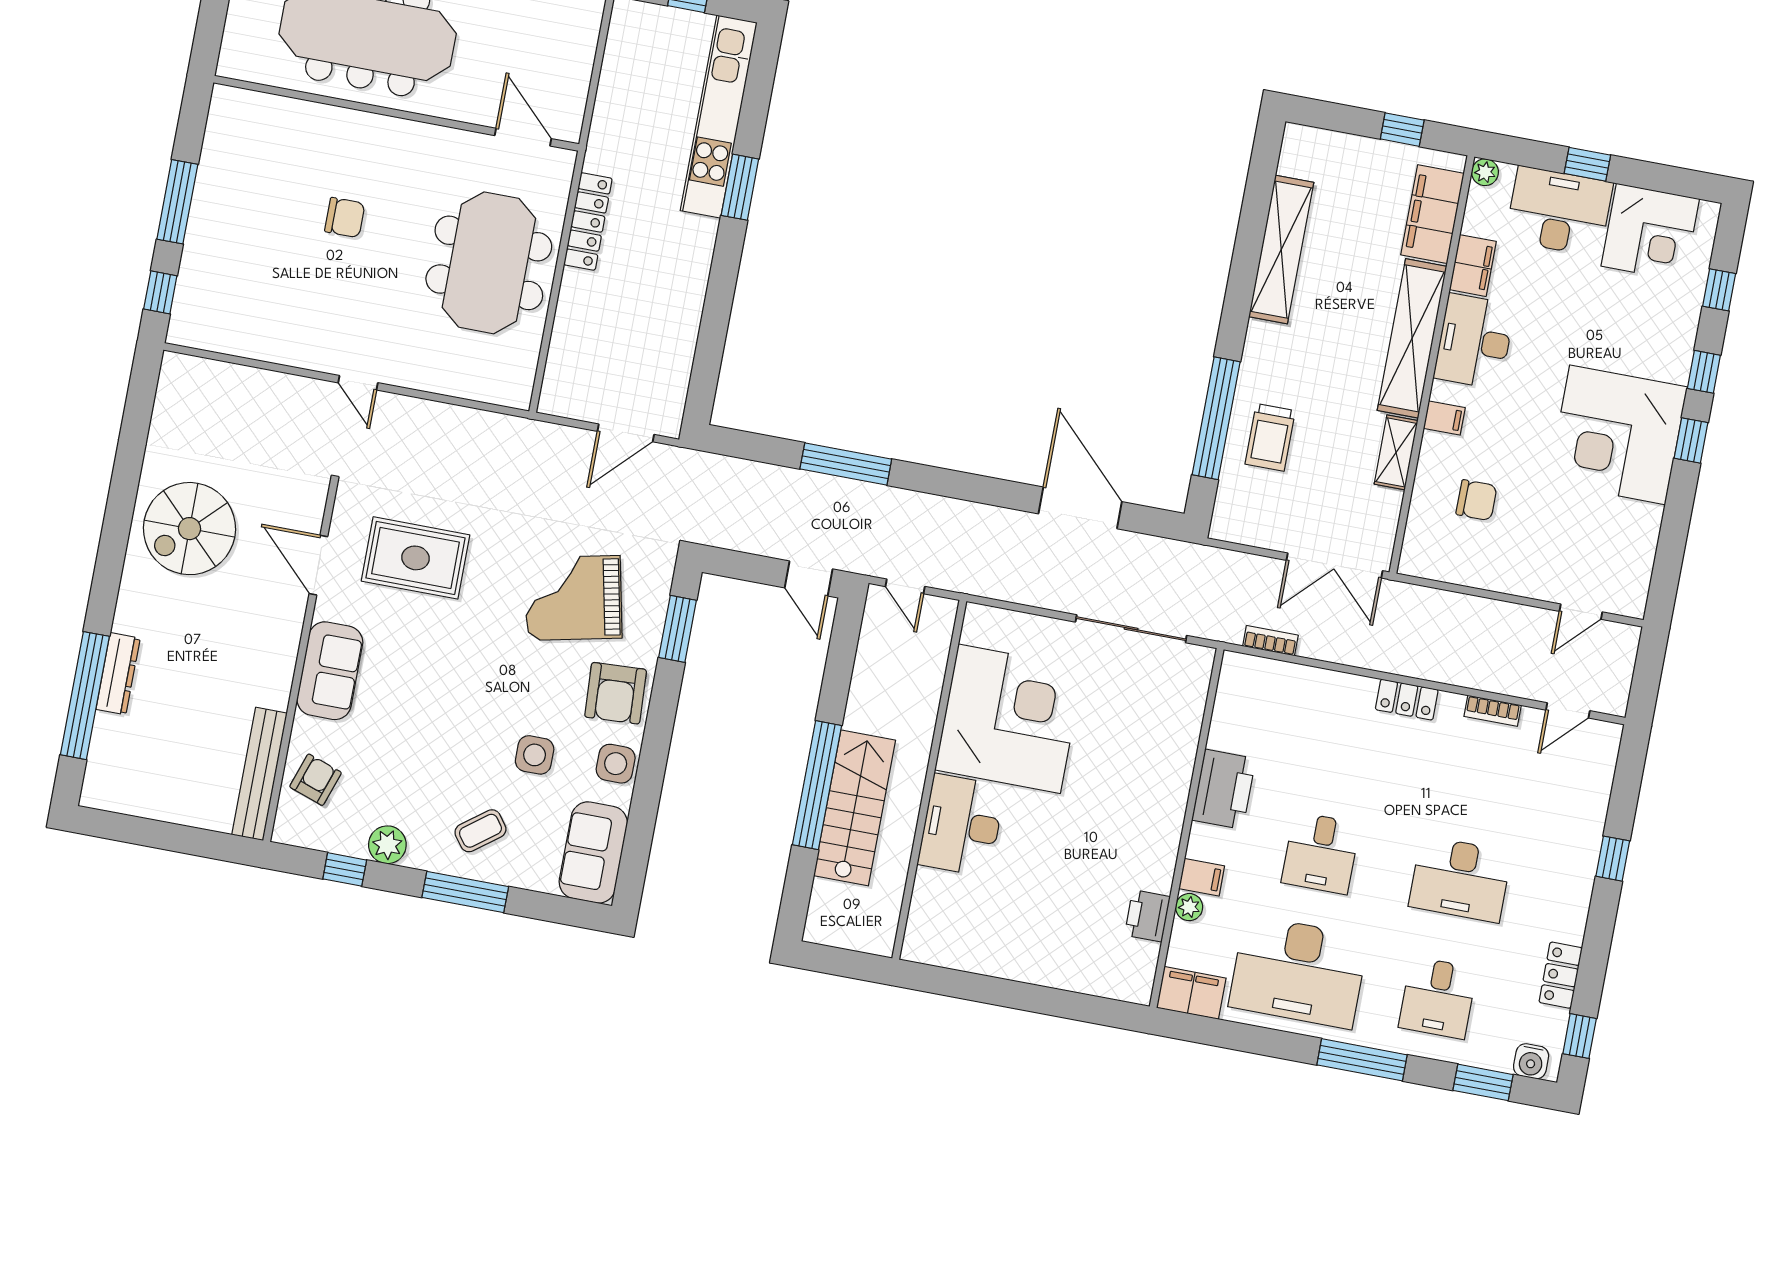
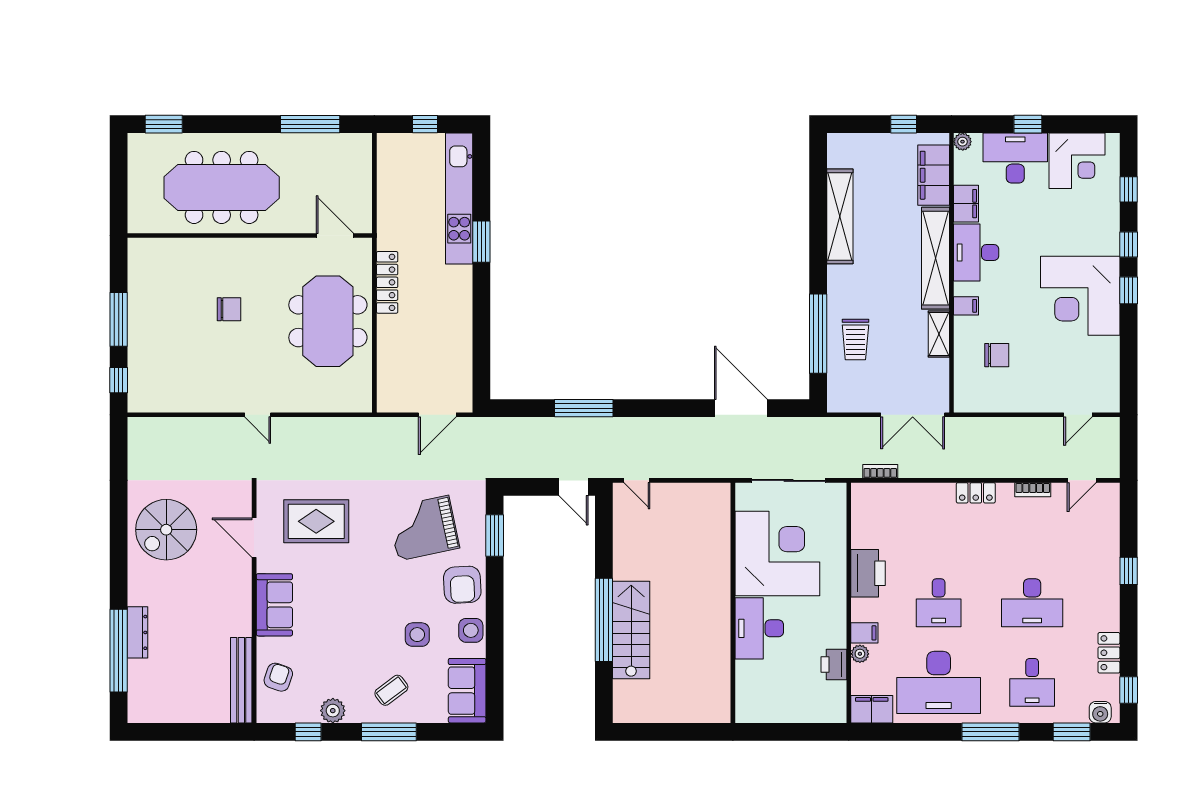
corner desk: (1009, 719) -> (777, 554), moved
wall: (929, 780) -> (733, 603), moved
desk: (961, 825) -> (759, 628), moved

